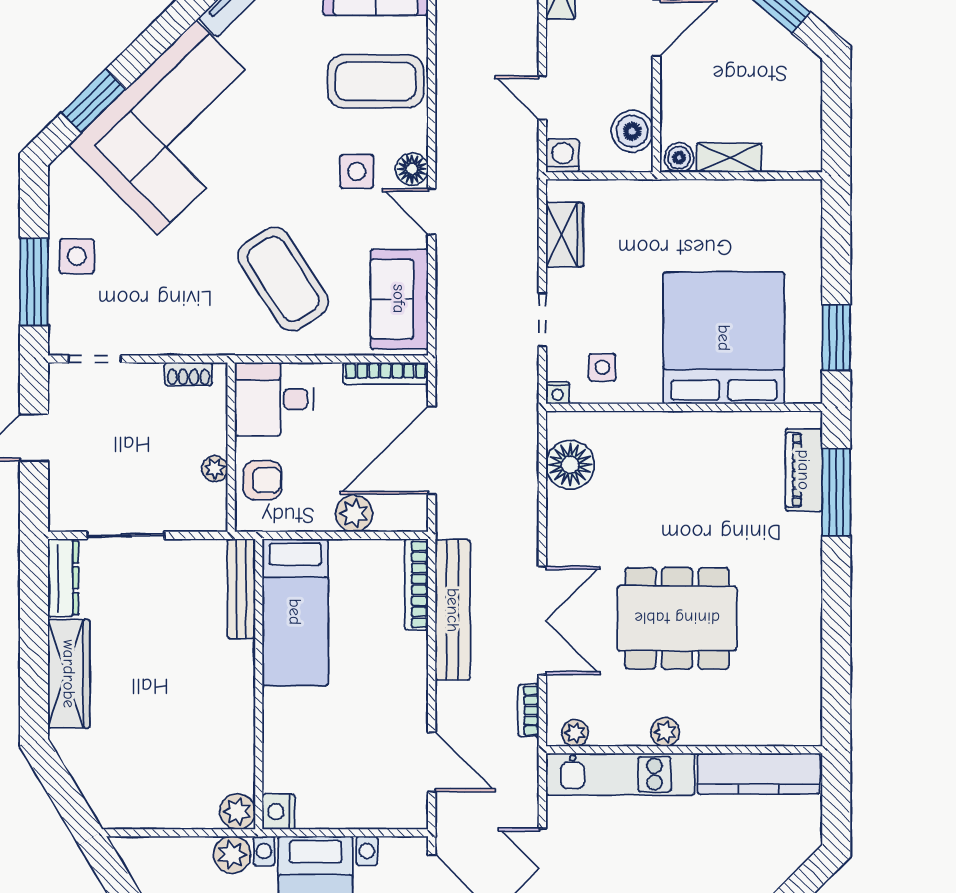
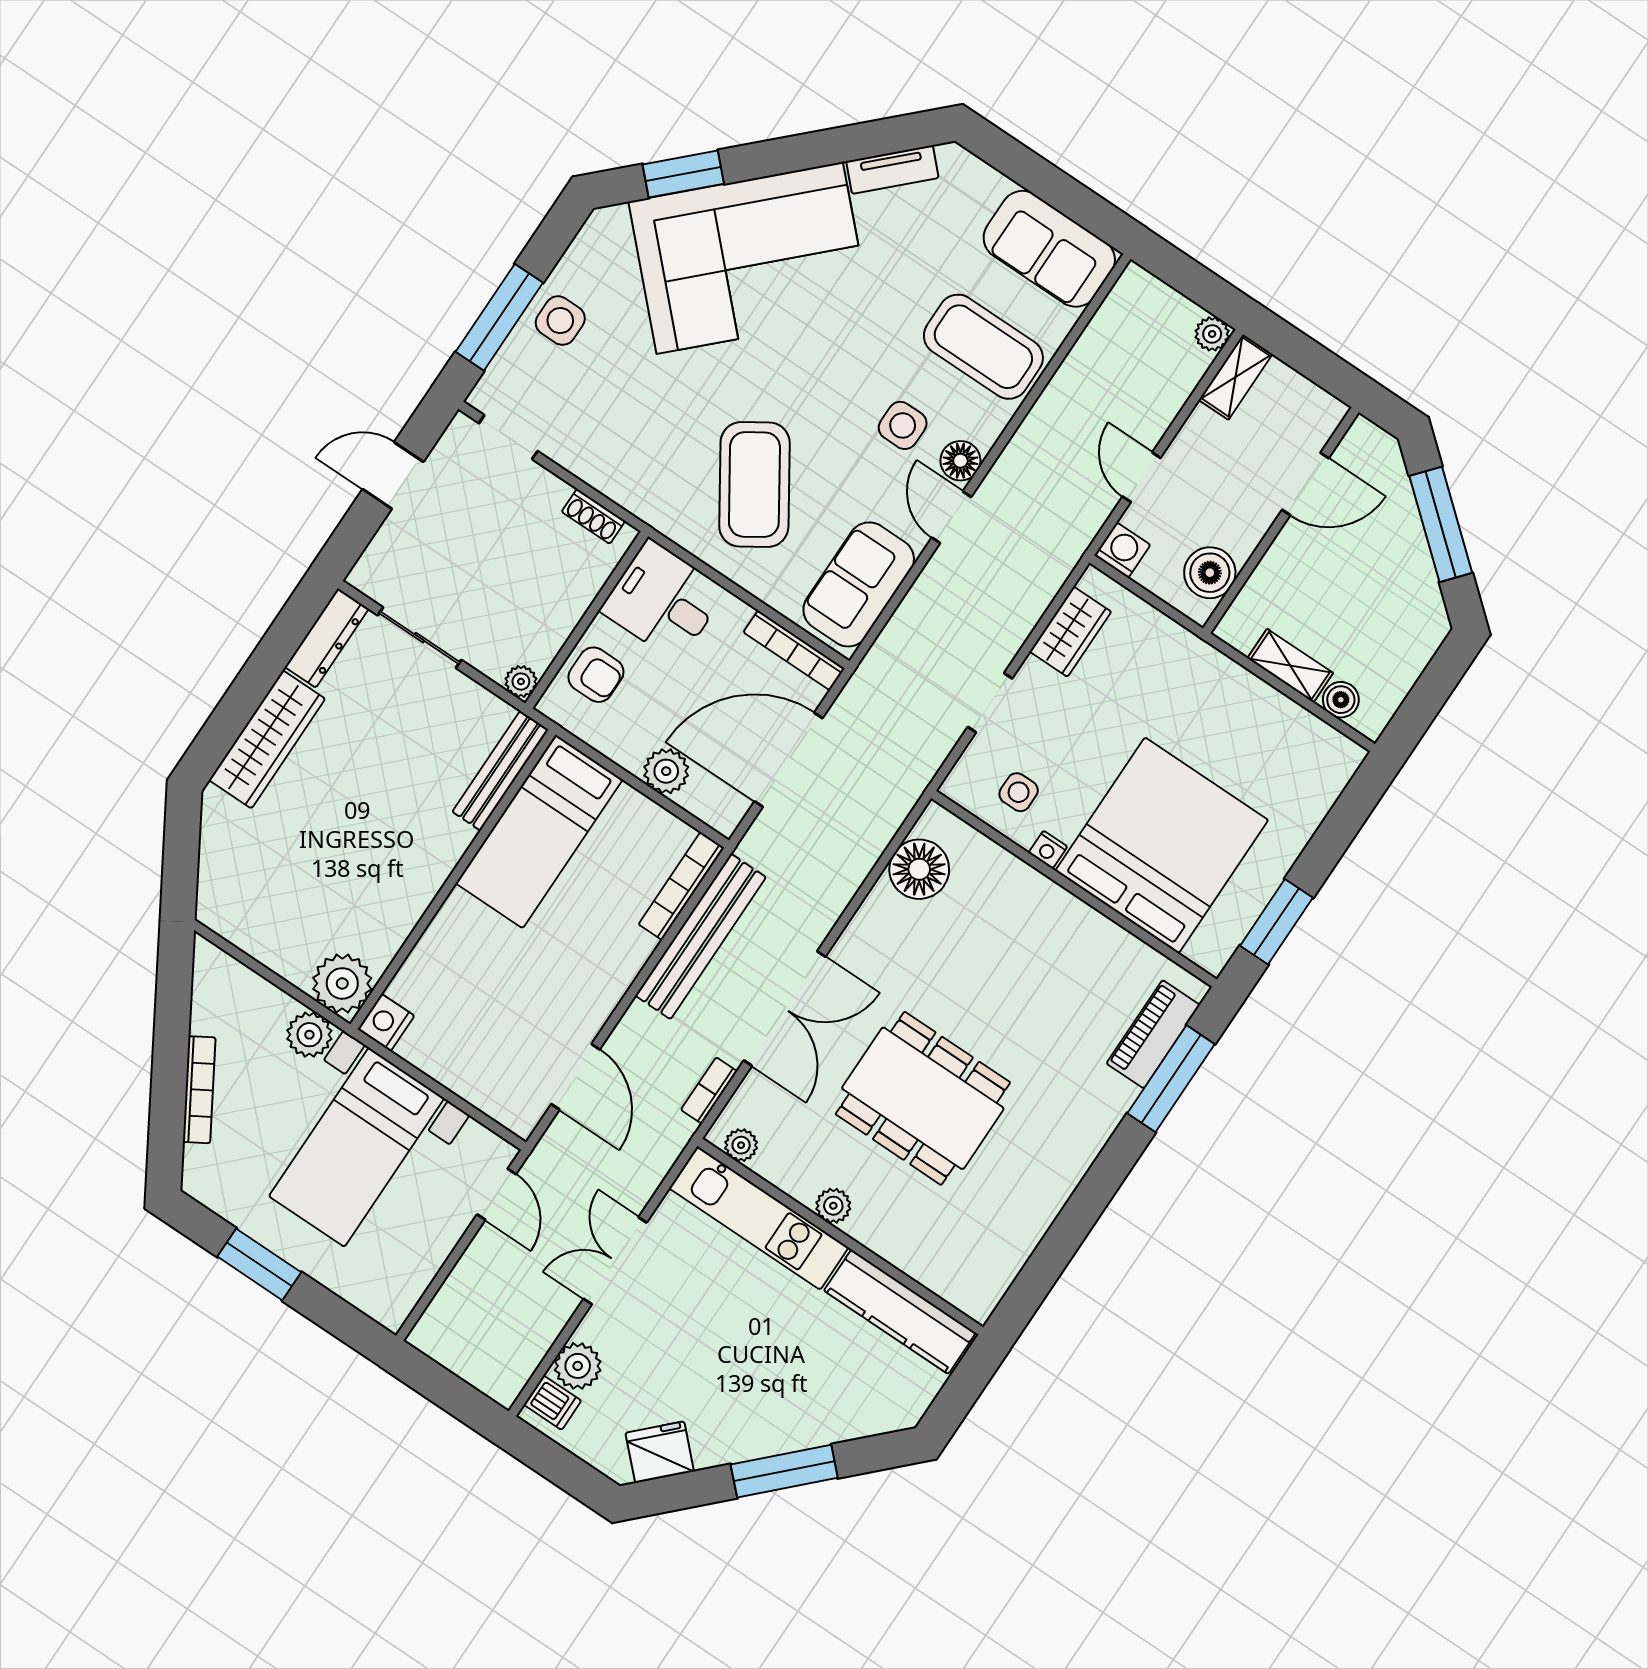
boiler: (679, 158) -> (1341, 700), moved
nightstand: (558, 393) -> (1048, 850), moved
plant: (215, 469) -> (521, 682), moved
plant: (238, 812) -> (342, 983), width x1.36, depth x1.36

